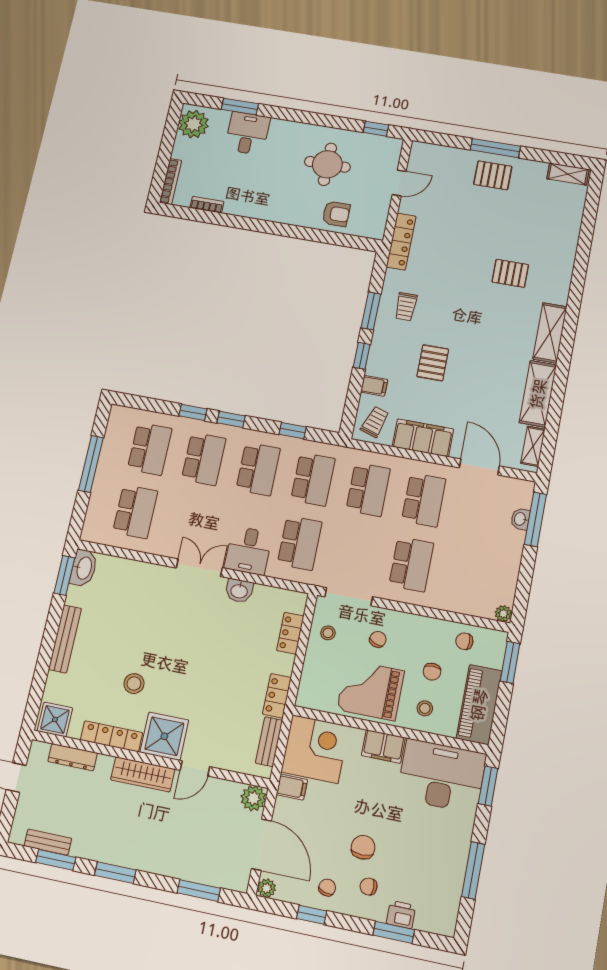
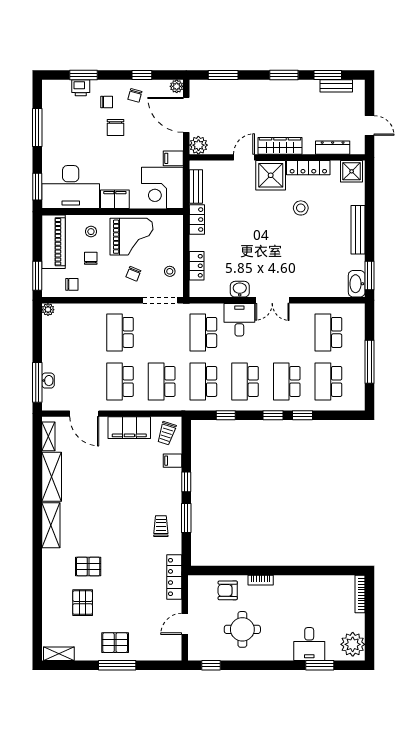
bookcase: (207, 205) -> (261, 580), moved
pallet: (433, 363) -> (83, 603), moved

